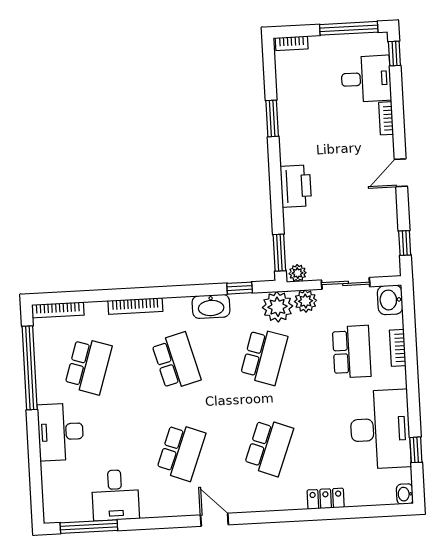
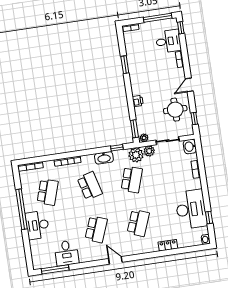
printer: (296, 186) -> (138, 101), width x0.53, depth x0.68
round table: (367, 221) -> (175, 110), added
school desk: (352, 352) -> (174, 173), removed
window: (30, 368) -> (21, 209), moved

